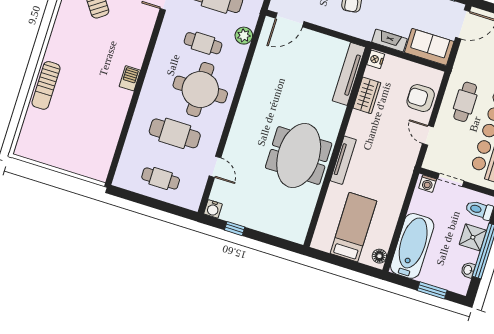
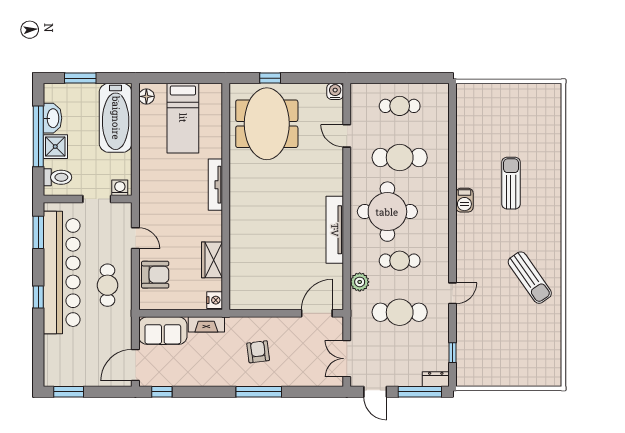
tv unit: (349, 74) -> (335, 230), moved, turned 180
sun lounger: (46, 85) -> (511, 183), moved
meeting table: (299, 156) -> (267, 124), moved
window: (235, 229) -> (270, 78), moved
washbasin: (468, 270) -> (52, 118), width x1.91, depth x1.45

